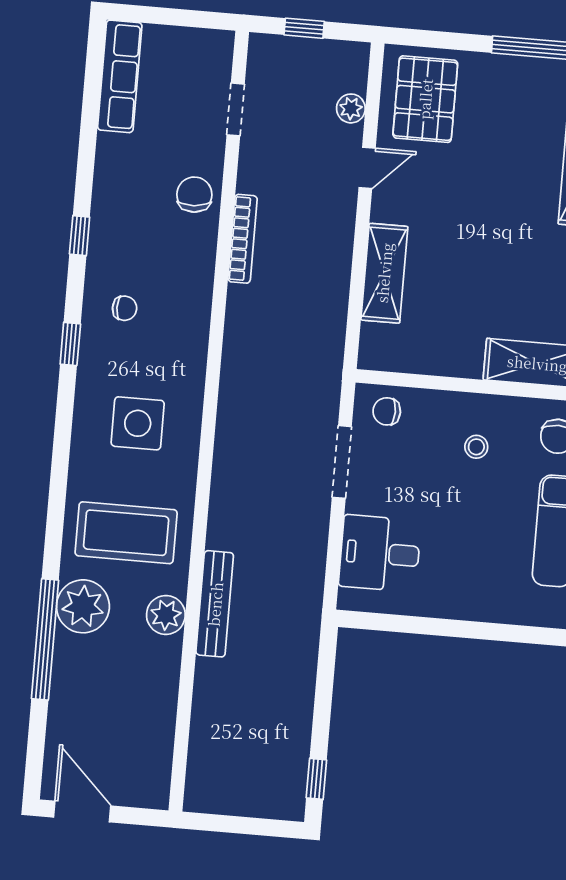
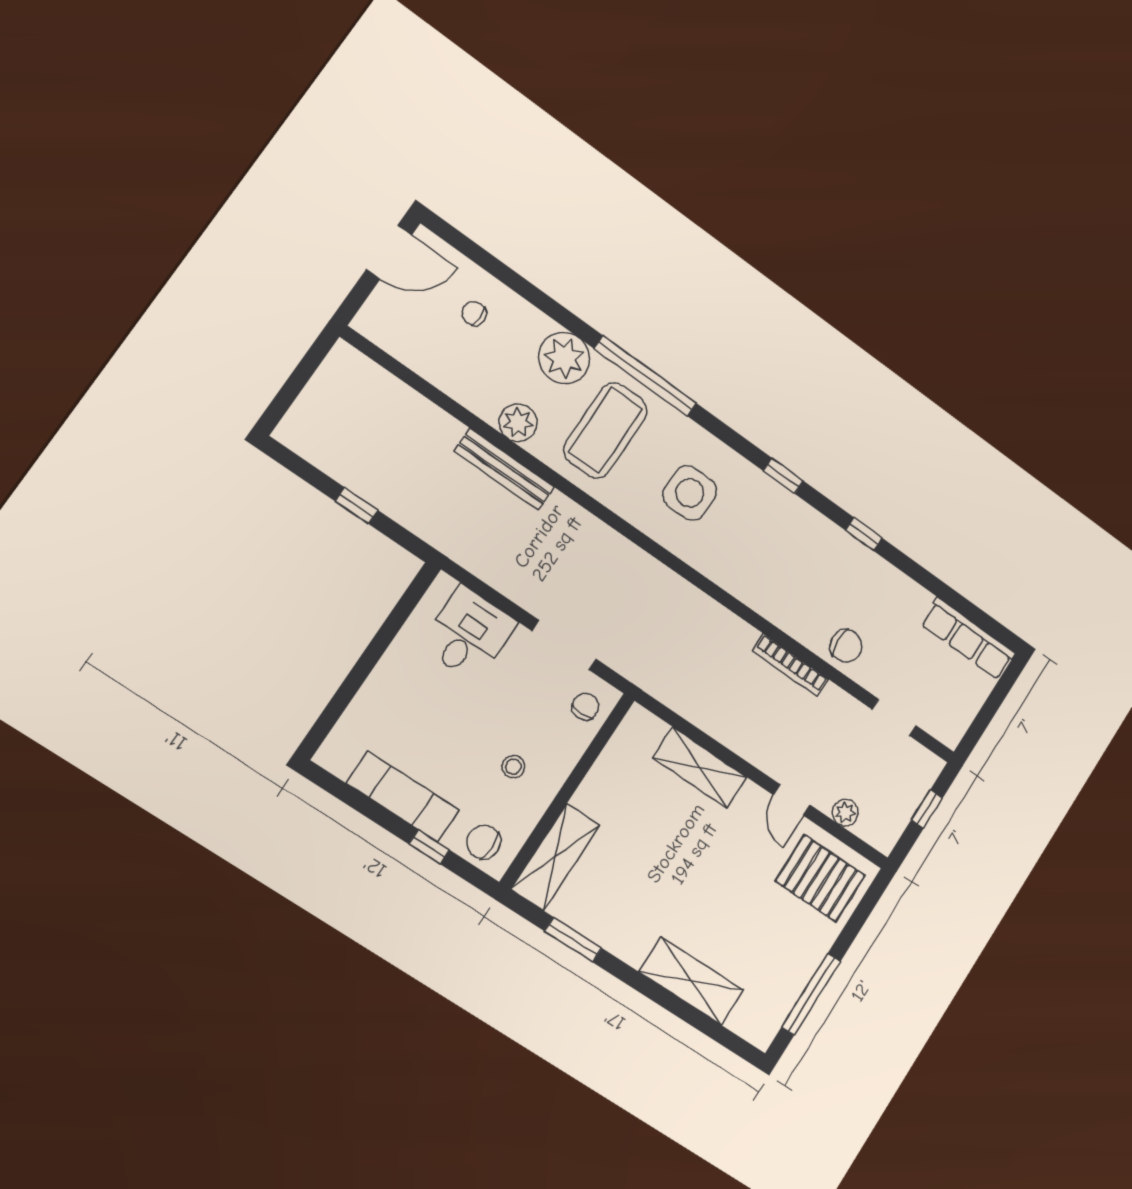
chair: (125, 308) -> (474, 313), moved, turned 90
window: (45, 639) -> (645, 376), moved
window: (316, 779) -> (357, 506), moved

